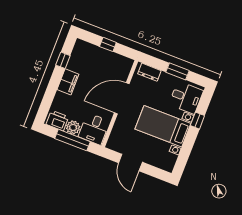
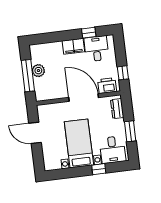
window: (108, 44) -> (123, 73), moved
printer: (57, 120) -> (107, 86), moved, turned -90
desk: (94, 129) -> (96, 49), moved, turned 90
door: (130, 162) -> (35, 133), hinge flipped

